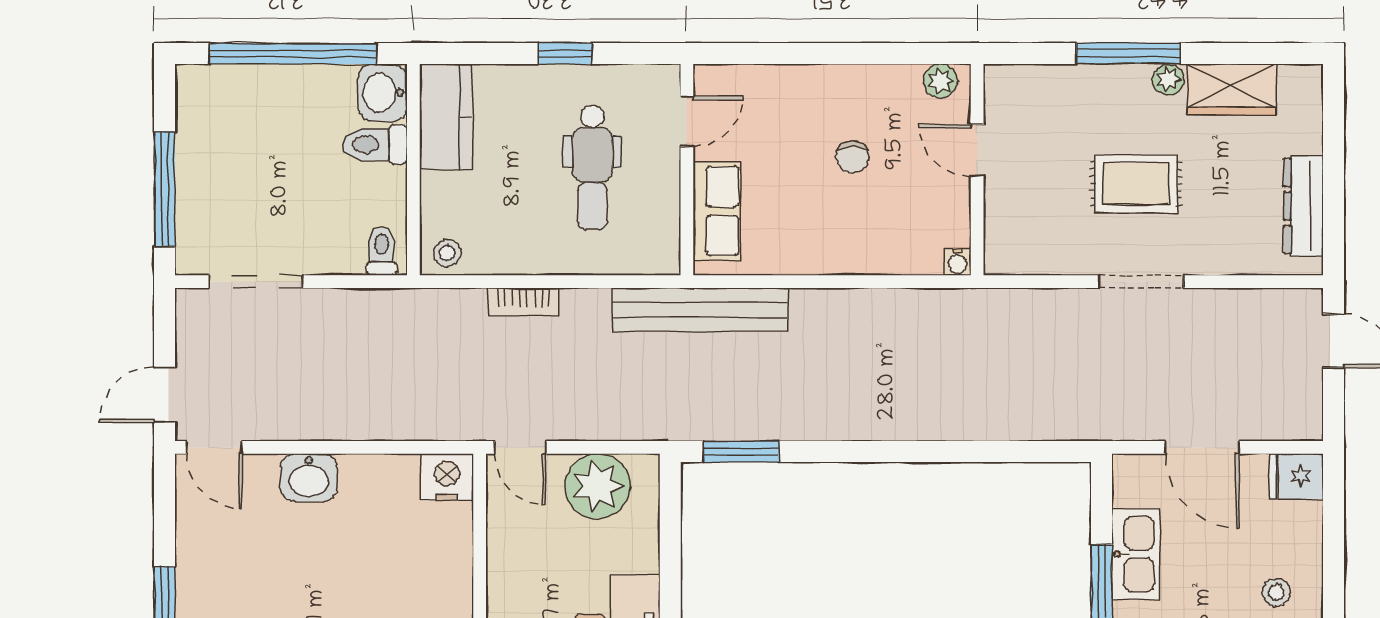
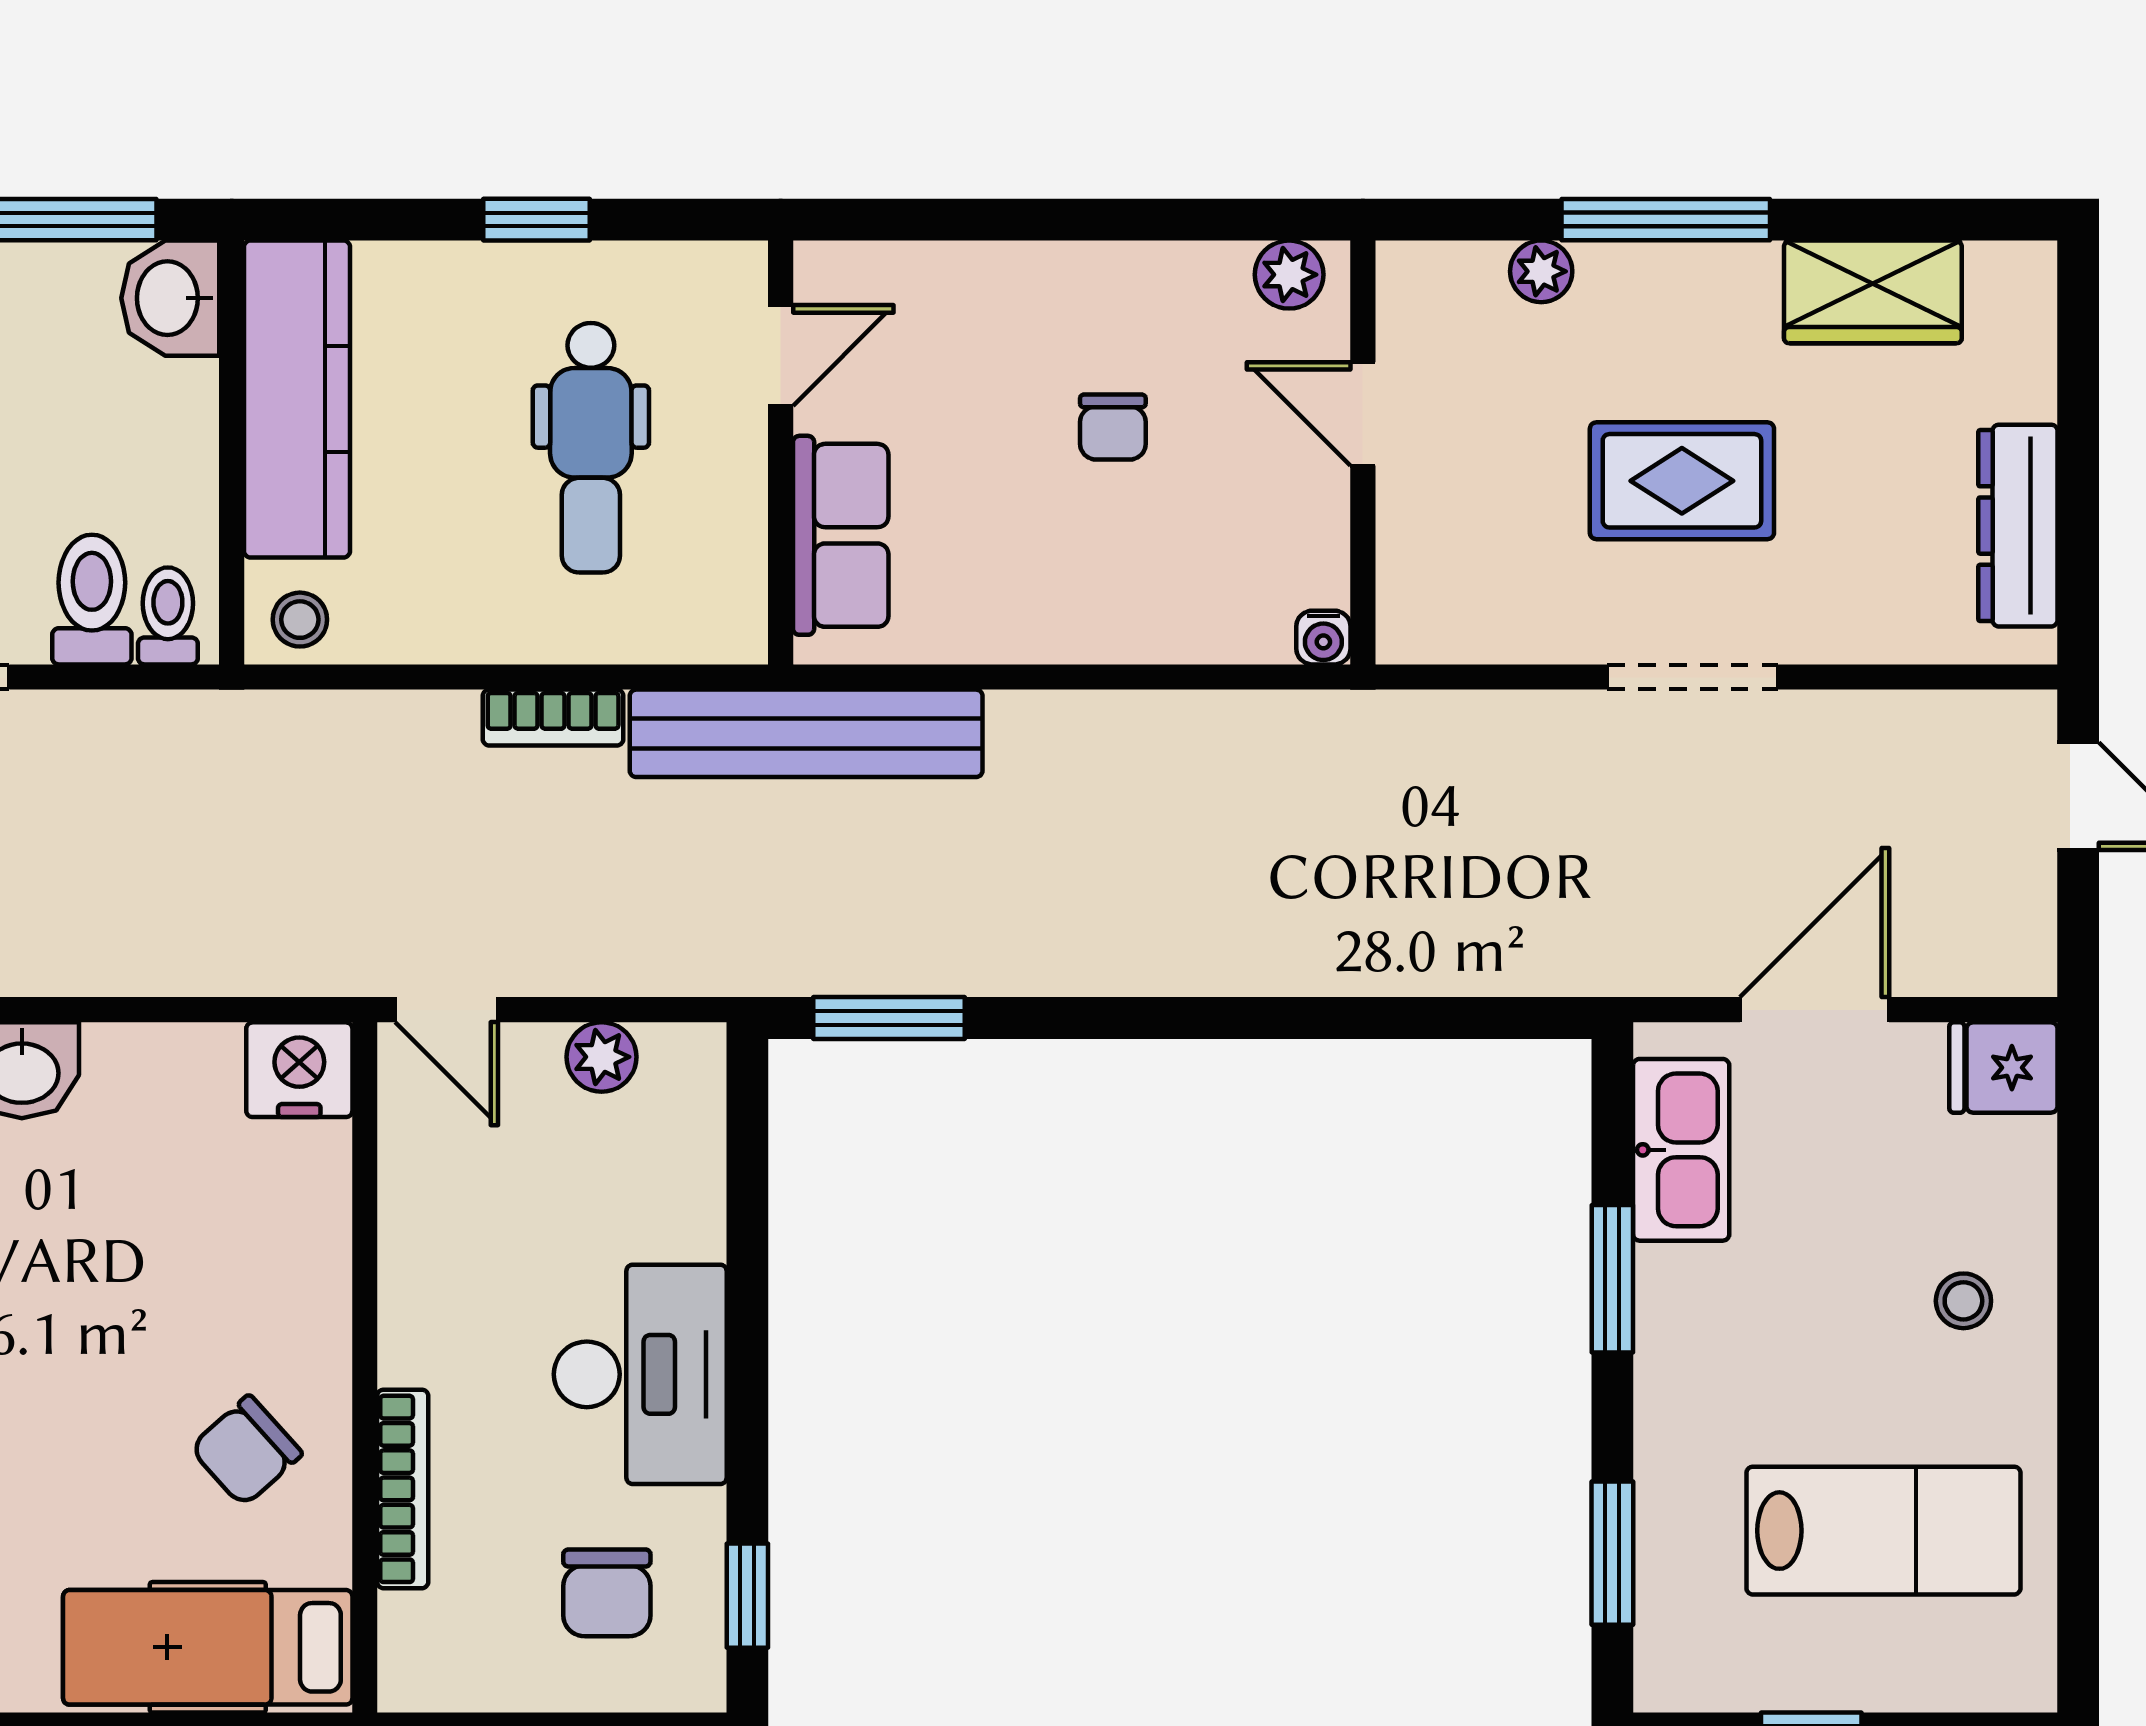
plant: (1168, 79) -> (1541, 271), moved
kitchen counter: (446, 117) -> (297, 399), width x1.50
toilet: (375, 145) -> (92, 600), moved, turned 90
bookcase: (523, 302) -> (553, 718), moved
door: (1202, 447) -> (1814, 1010), swing flipped
plant: (598, 486) -> (602, 1057), width x0.53, depth x0.53
kitchen sink: (1136, 554) -> (1681, 1150), moved

